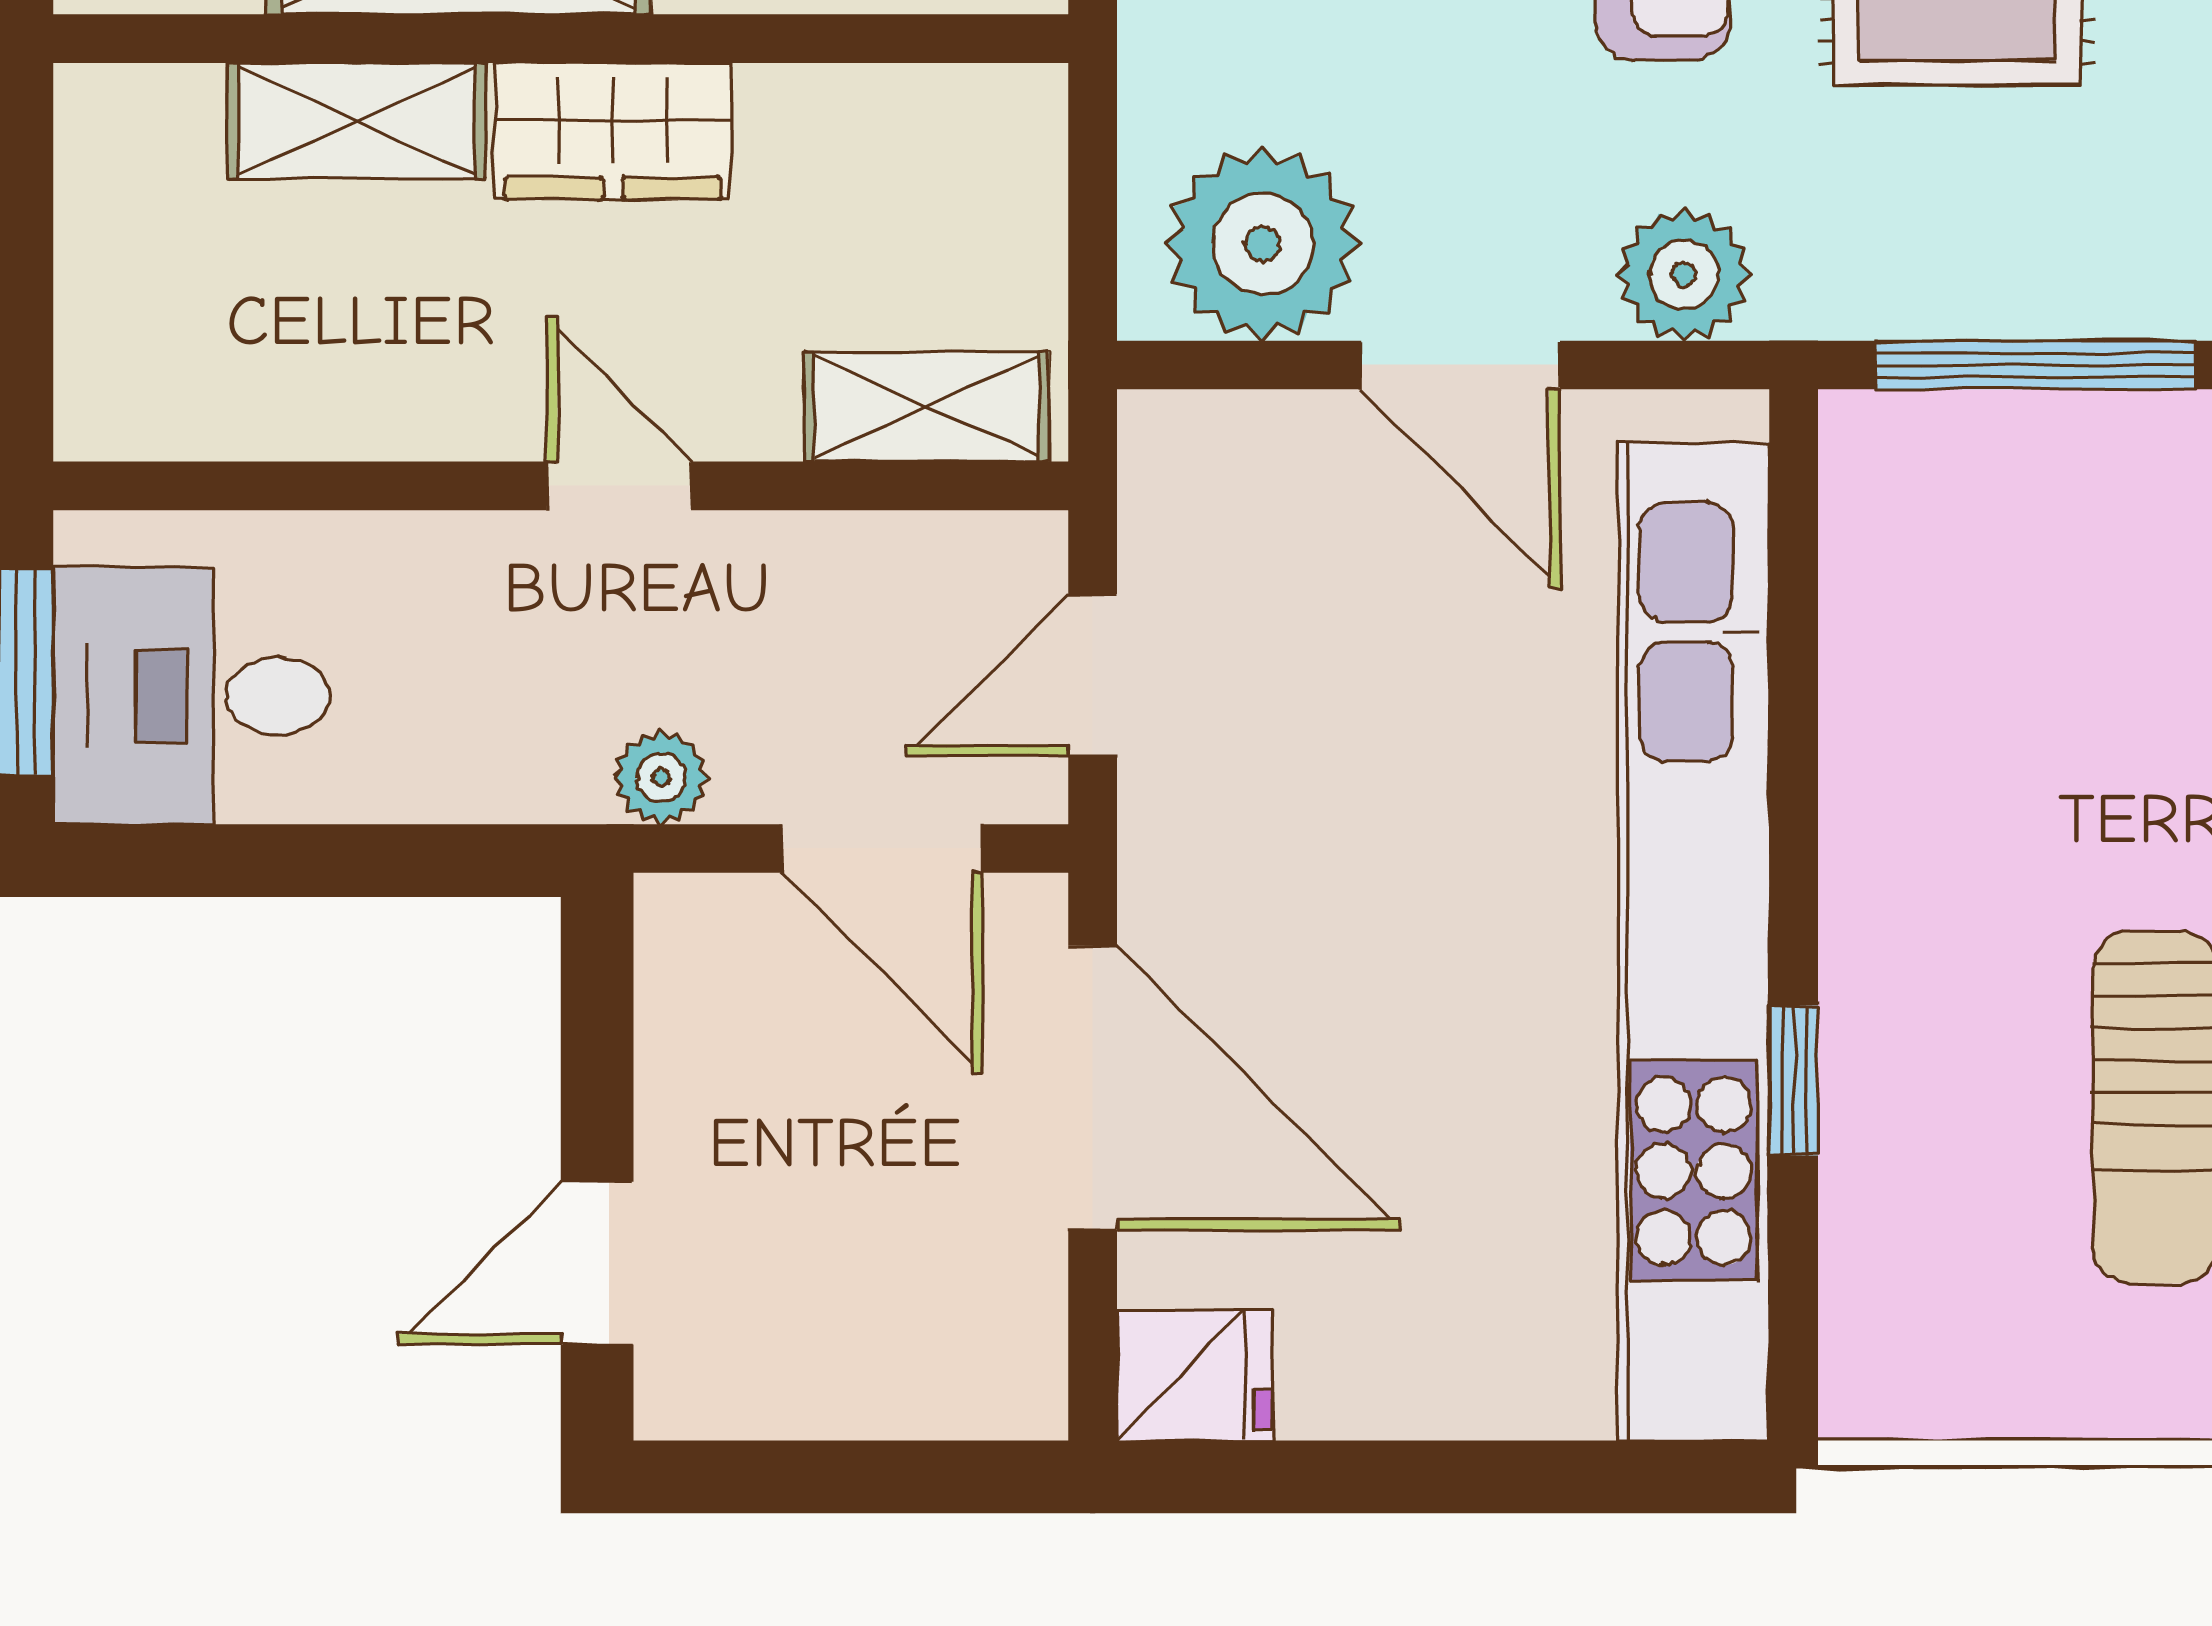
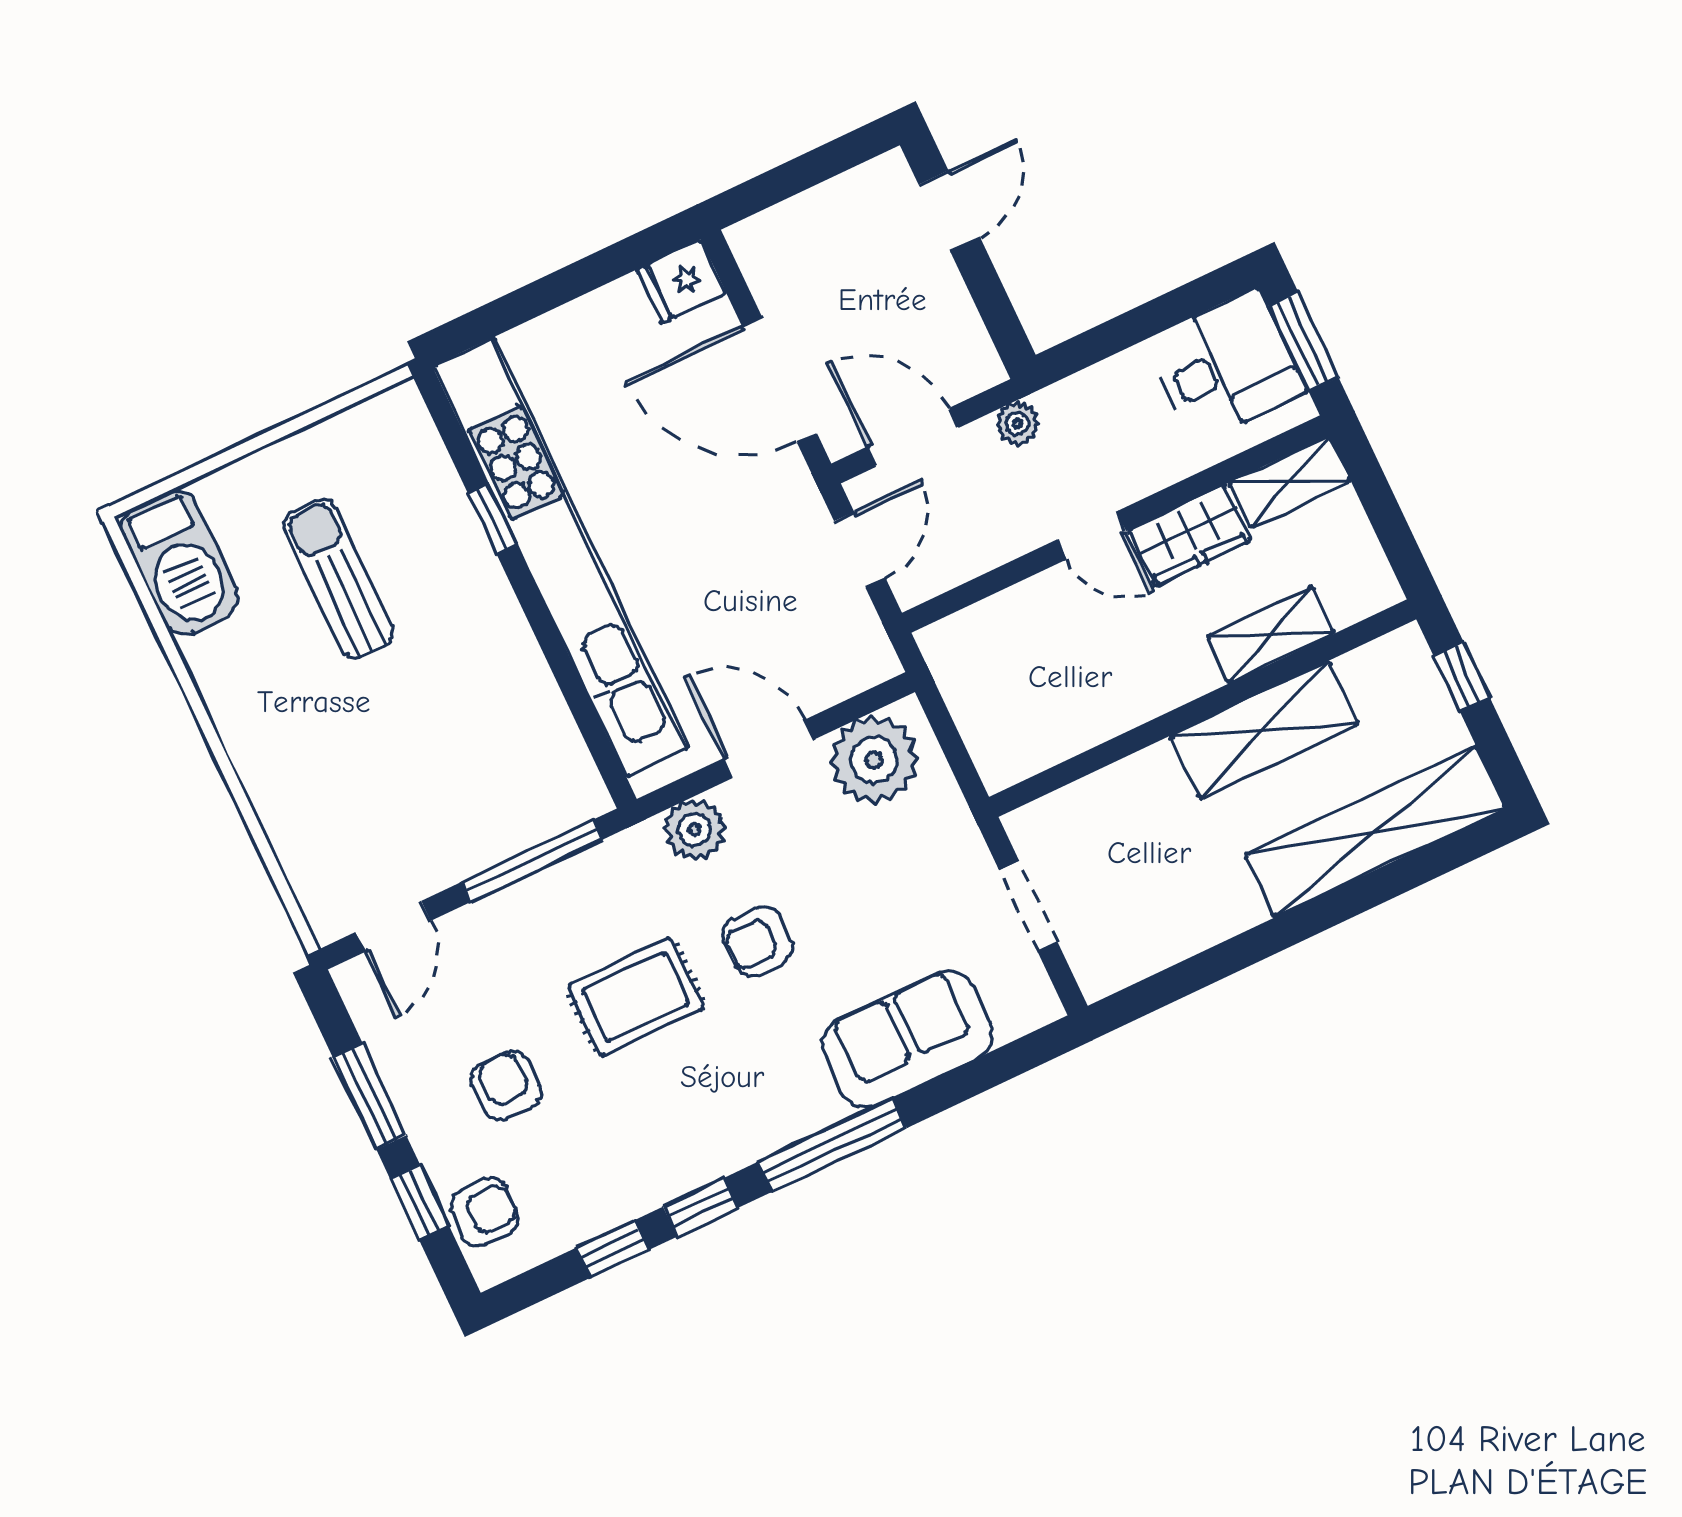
wardrobe: (613, 131) -> (1189, 536), moved, turned 180
shelving: (927, 407) -> (1290, 482), moved

